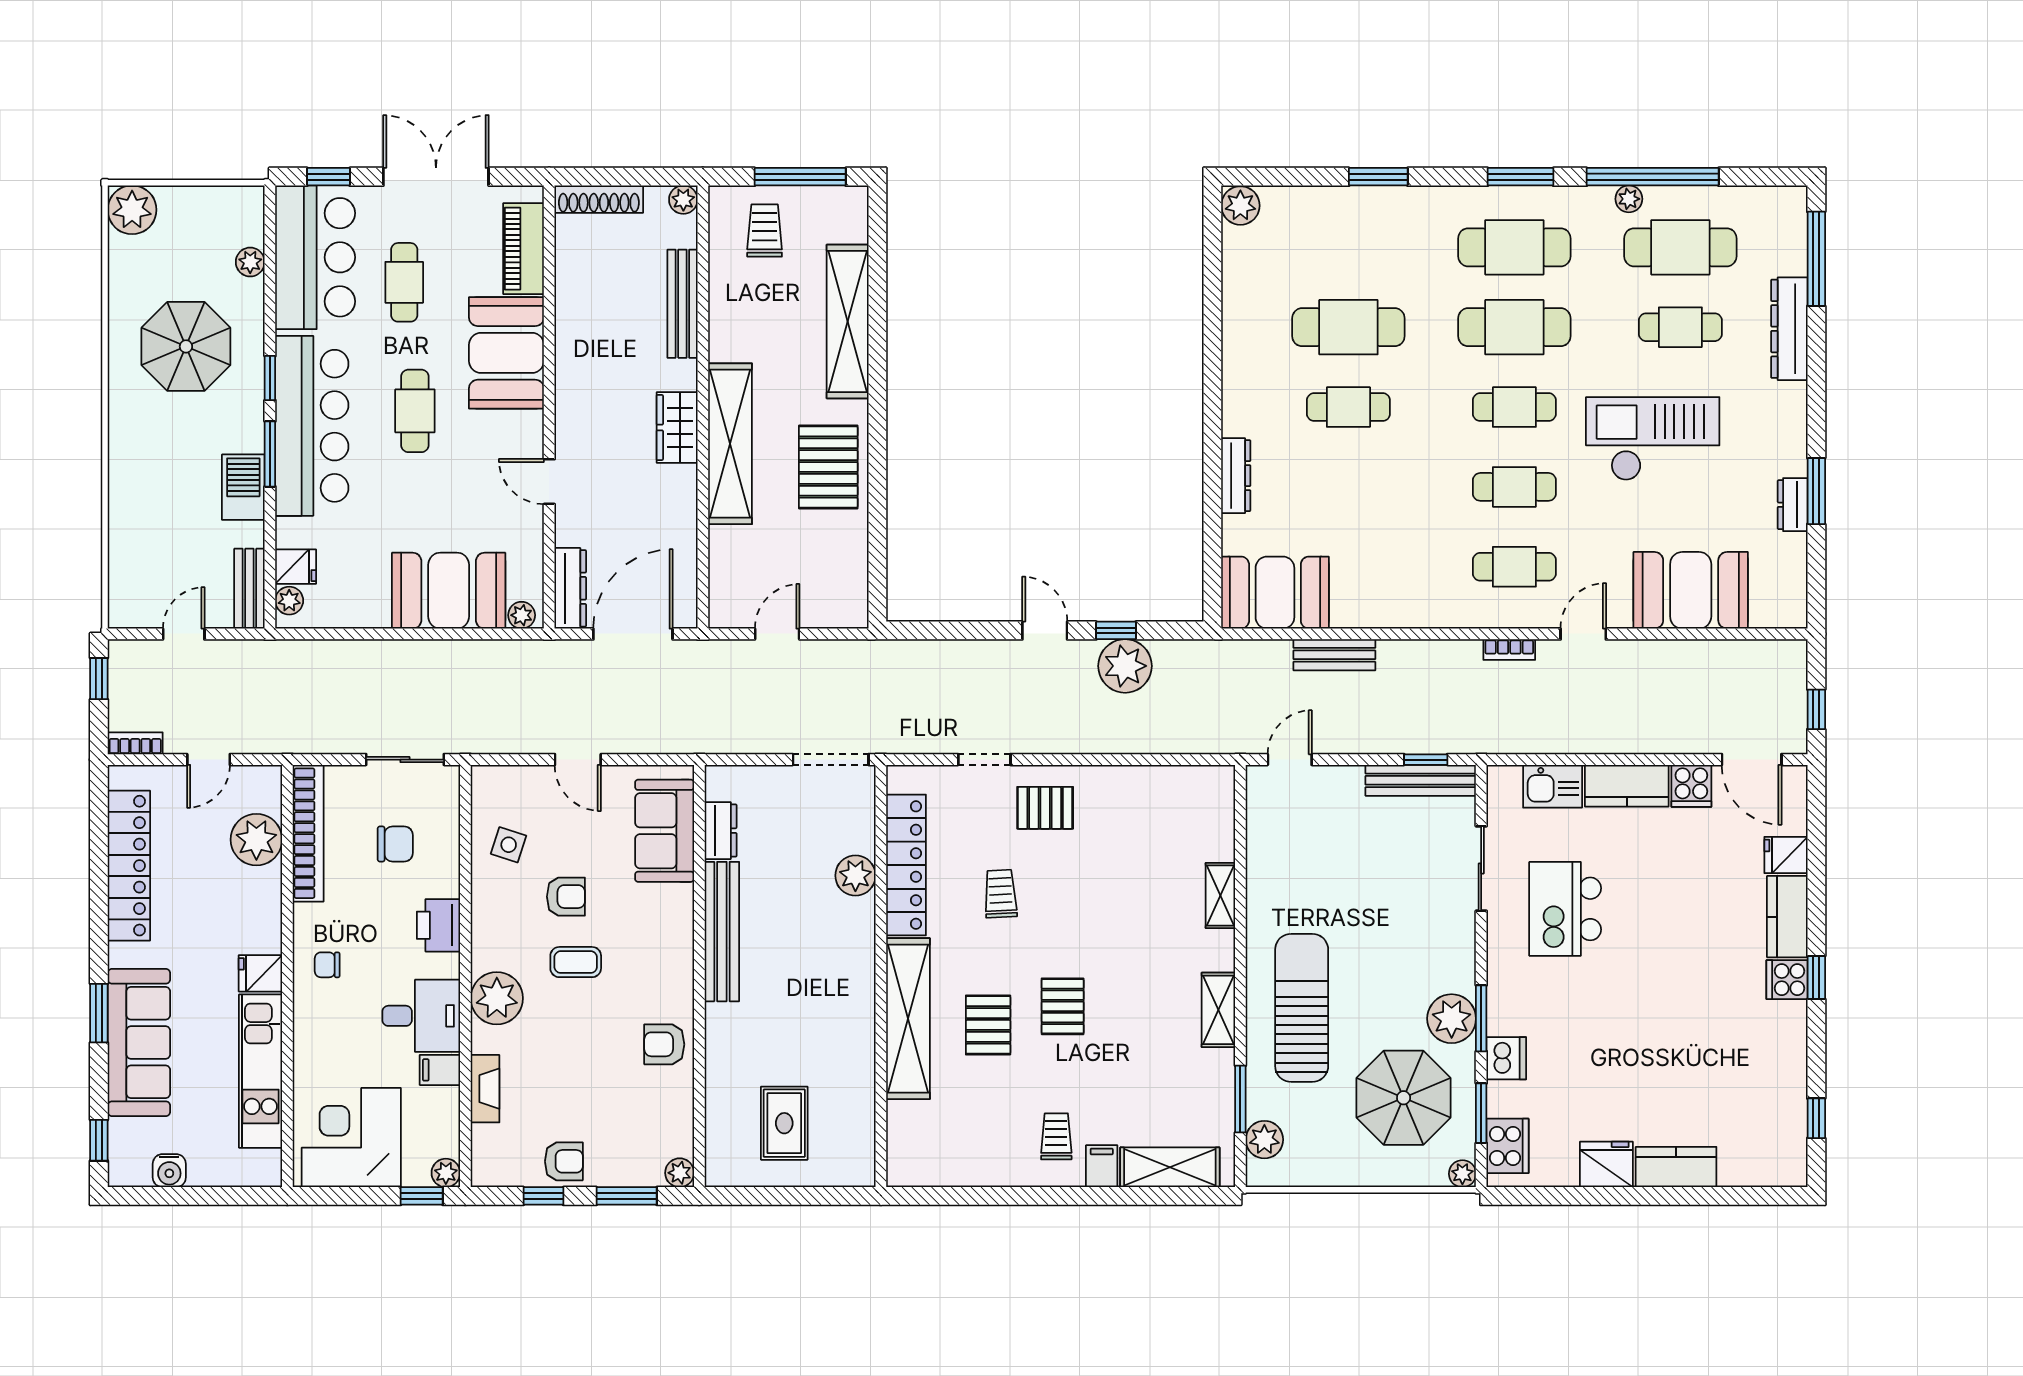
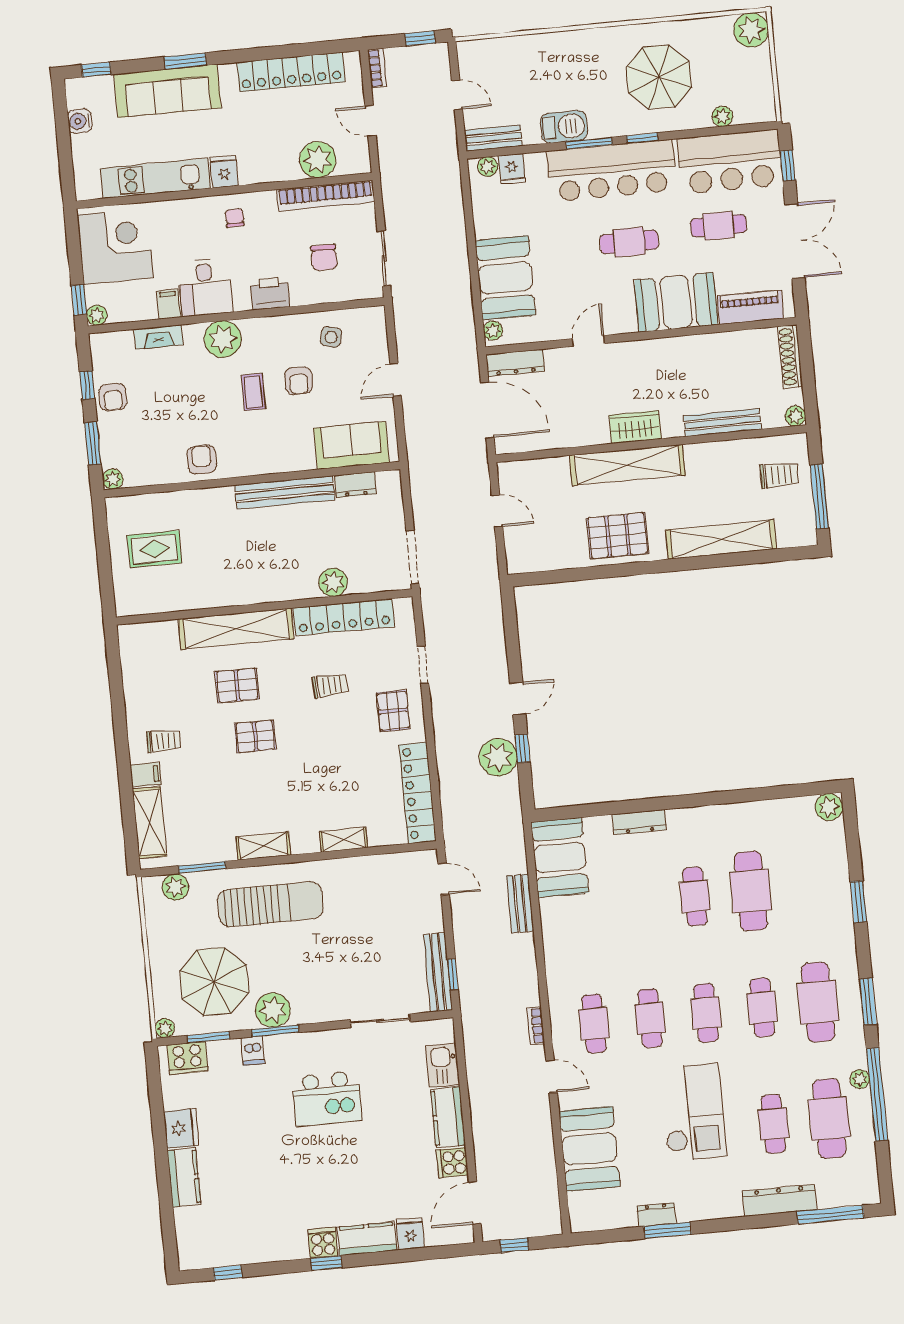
cafe table: (1514, 327) -> (762, 1007), width x0.73, depth x0.74
locker: (1164, 785) -> (417, 793), added
kitchen island: (1565, 909) -> (327, 1099), moved, turned 180
dishwasher: (1506, 1058) -> (253, 1051), width x0.73

